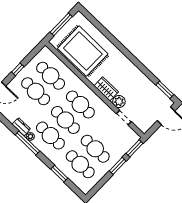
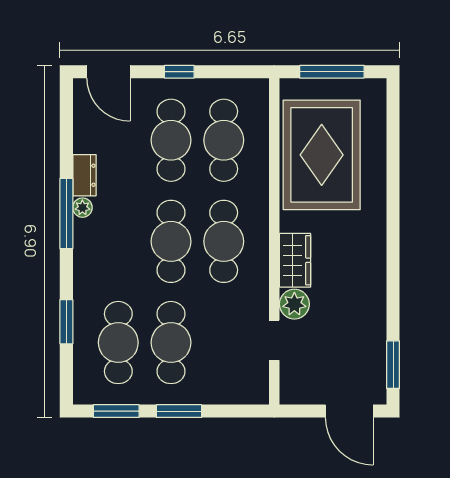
cafe table: (50, 136) -> (118, 241), removed
window: (135, 148) -> (116, 411), moved

